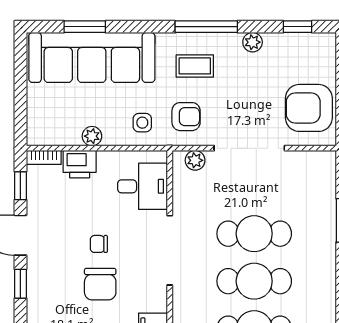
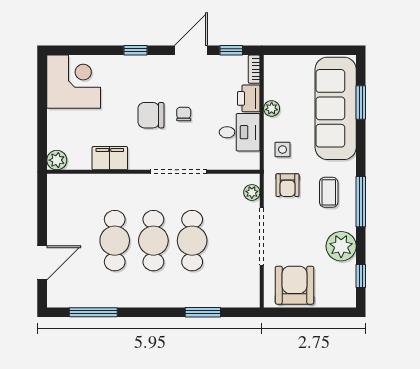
plant: (253, 42) -> (341, 246), width x1.88, depth x1.88
desk: (143, 186) -> (240, 132), moved, turned -90
window: (20, 284) -> (136, 50), moved

